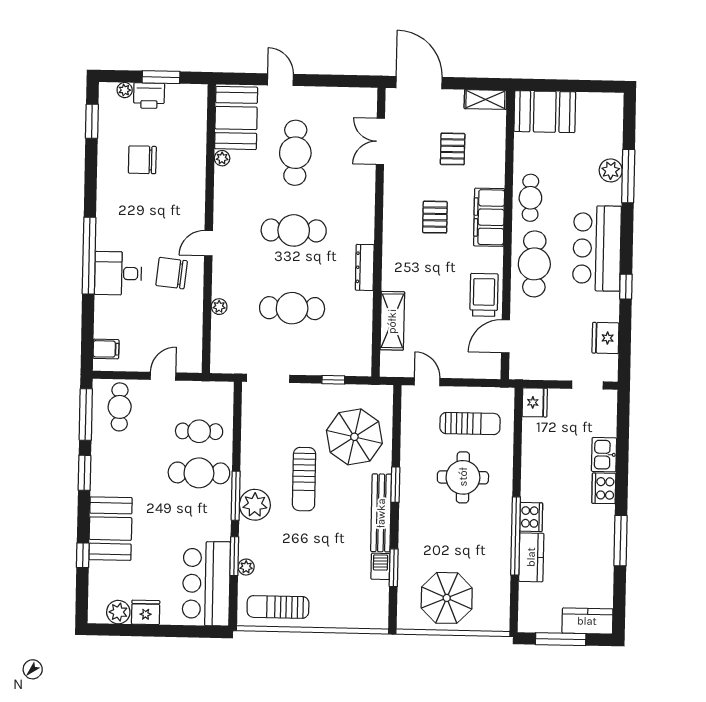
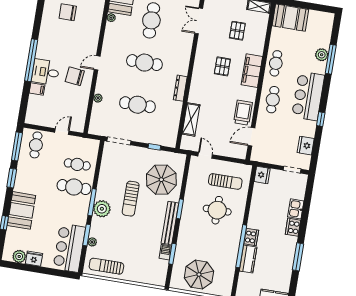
cafe table: (534, 264) -> (273, 100), width x0.73, depth x0.74
filing cabinet: (106, 349) -> (37, 89), moved

